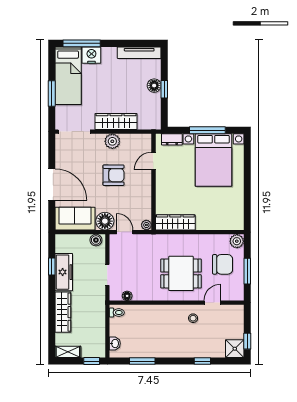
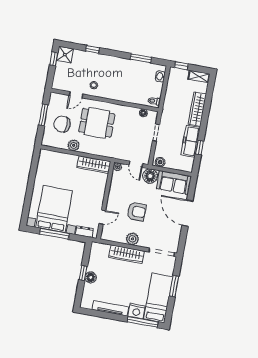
tv unit: (139, 53) -> (110, 308), moved
armchair: (113, 175) -> (137, 212), turned 180
plant: (237, 241) -> (74, 145), moved

